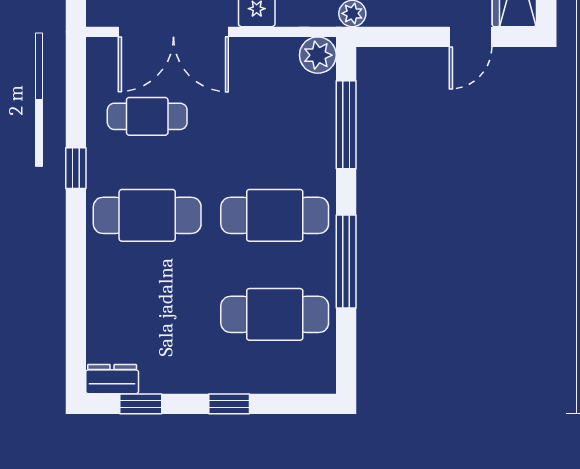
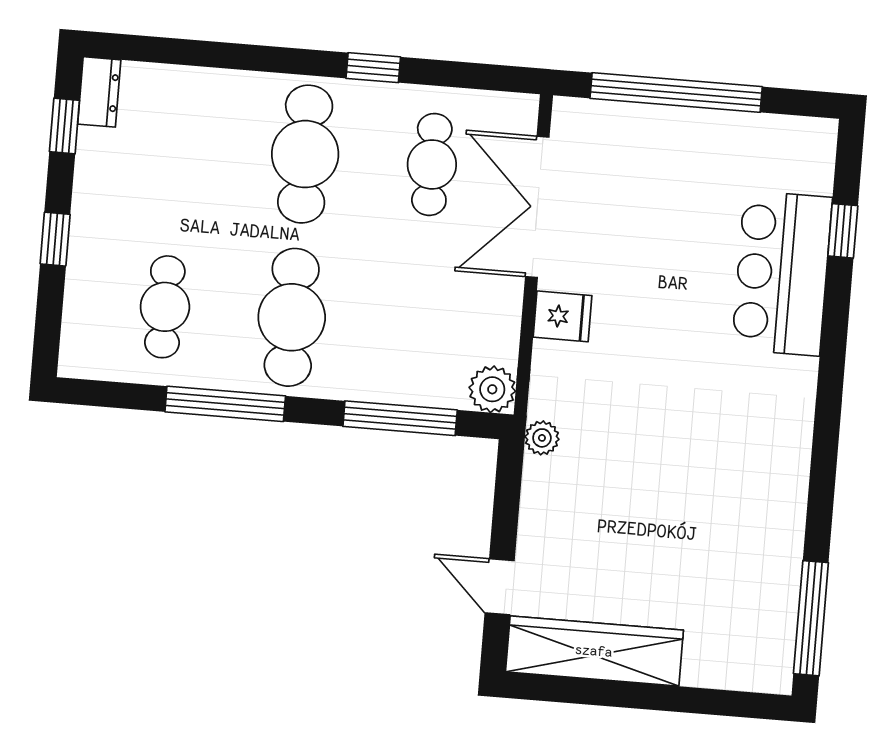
cafe table: (275, 314) -> (165, 307), width x0.73, depth x0.74

